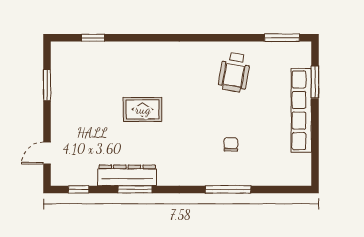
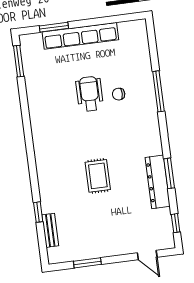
window: (93, 38) -> (38, 212), moved
bench: (89, 48) -> (50, 230), added
wheelchair: (234, 72) -> (90, 94), moved, turned -100

